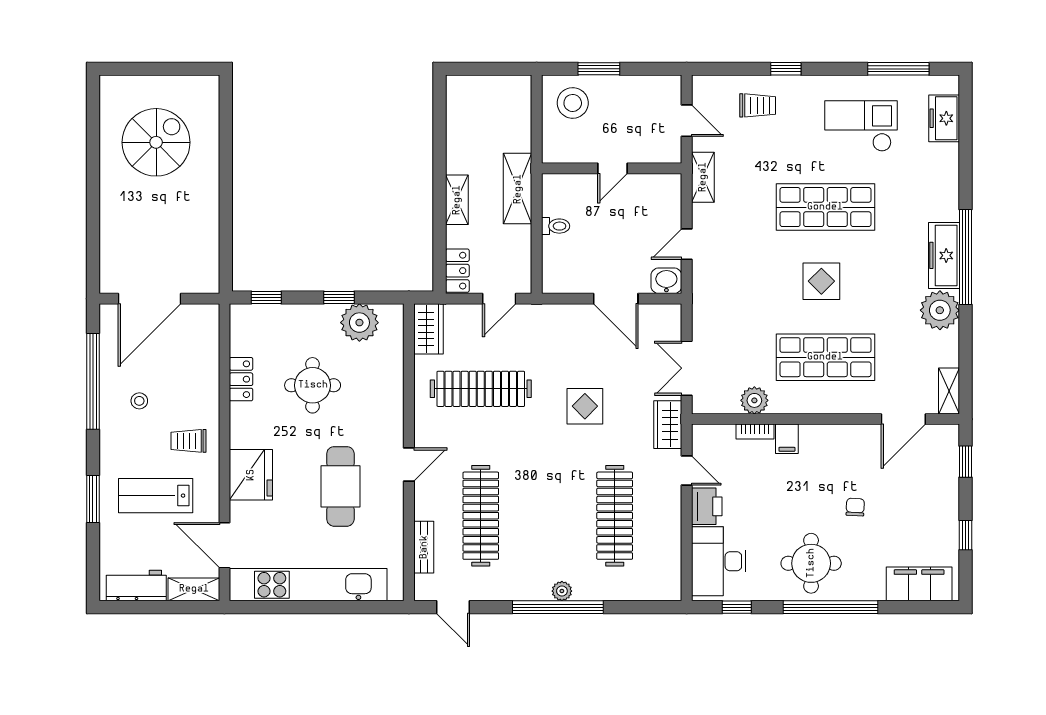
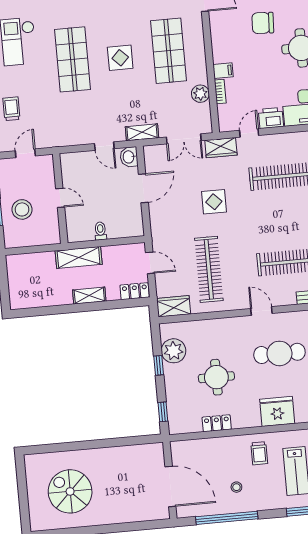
stool: (573, 103) -> (22, 209), moved
shelving: (703, 177) -> (142, 132), moved
chair: (855, 507) -> (263, 23), width x1.87, depth x1.87

